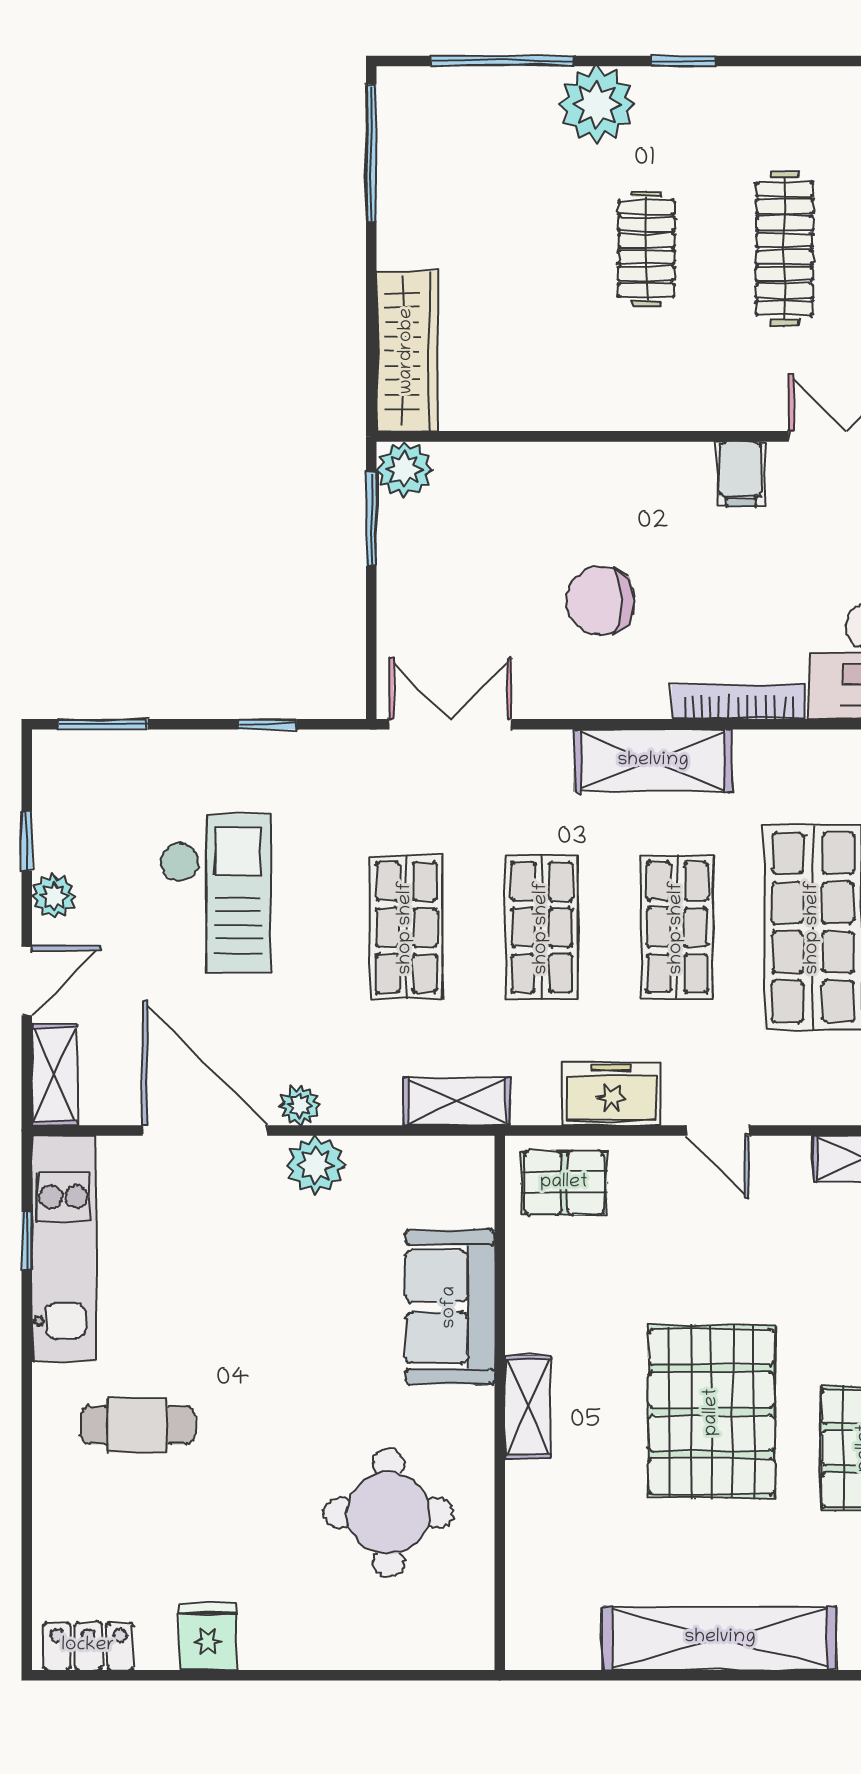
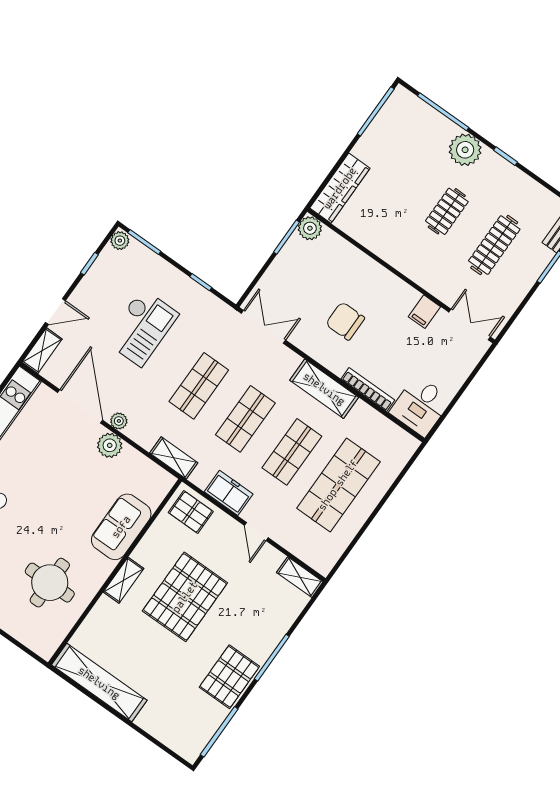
plant: (54, 896) -> (120, 241), moved
pallet: (712, 1412) -> (185, 597), moved
shelving: (720, 1638) -> (99, 683), moved

